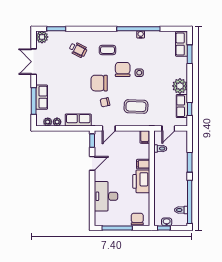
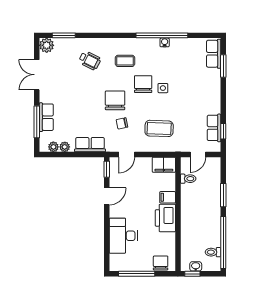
chair: (99, 83) -> (115, 100), turned 90
plant: (180, 86) -> (212, 104), removed
filing cabinet: (145, 137) -> (164, 165), width x2.00

